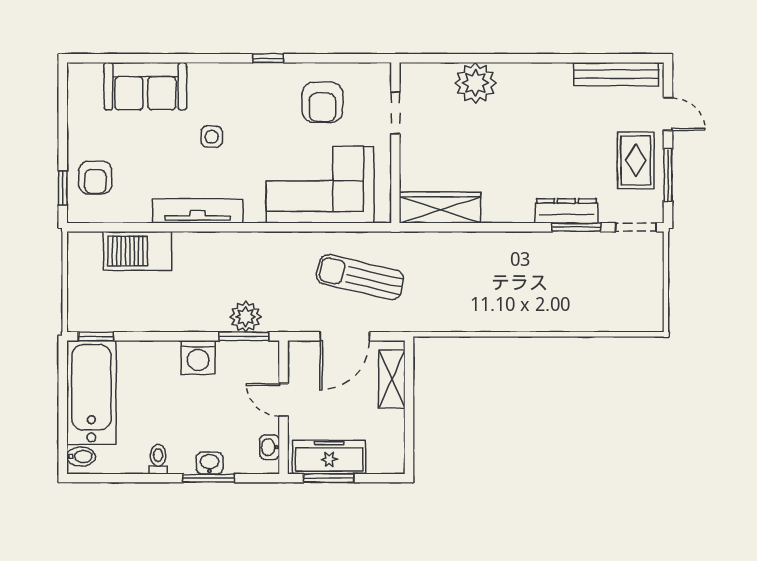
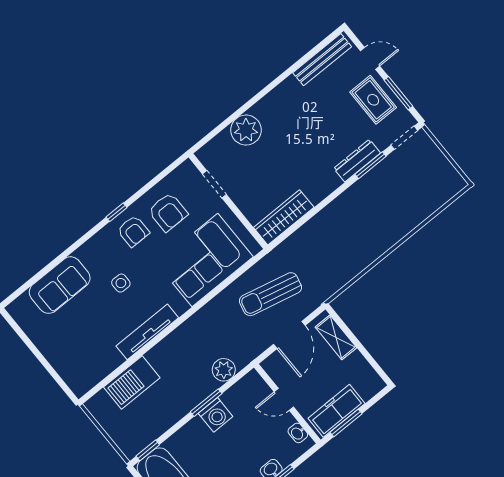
armchair: (95, 178) -> (133, 231), moved
window: (63, 188) -> (60, 381), removed
window: (244, 336) -> (206, 403), moved

